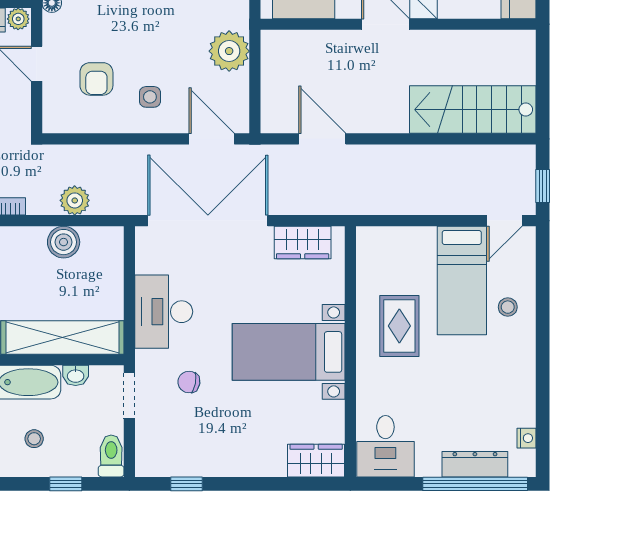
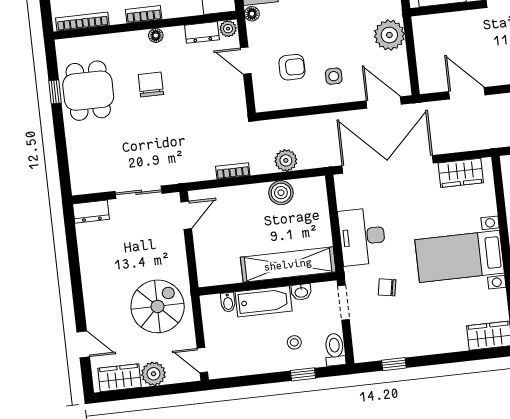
armchair: (96, 79) -> (292, 67), turned -90
stool: (34, 439) -> (294, 342), moved

